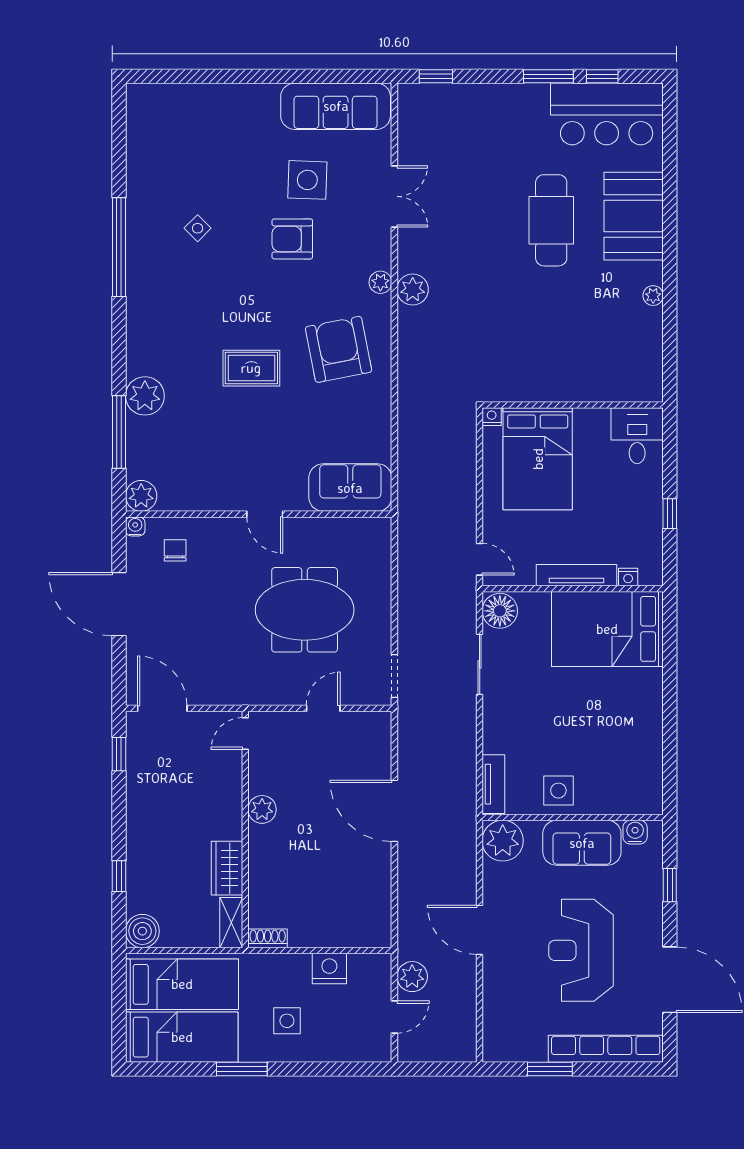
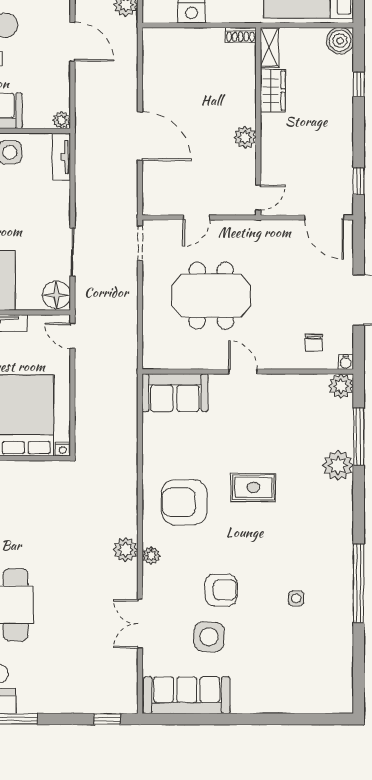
side table: (198, 228) -> (296, 598), turned 45
armchair: (339, 349) -> (184, 502), turned 101
plant: (503, 841) -> (62, 120), width x0.53, depth x0.53

